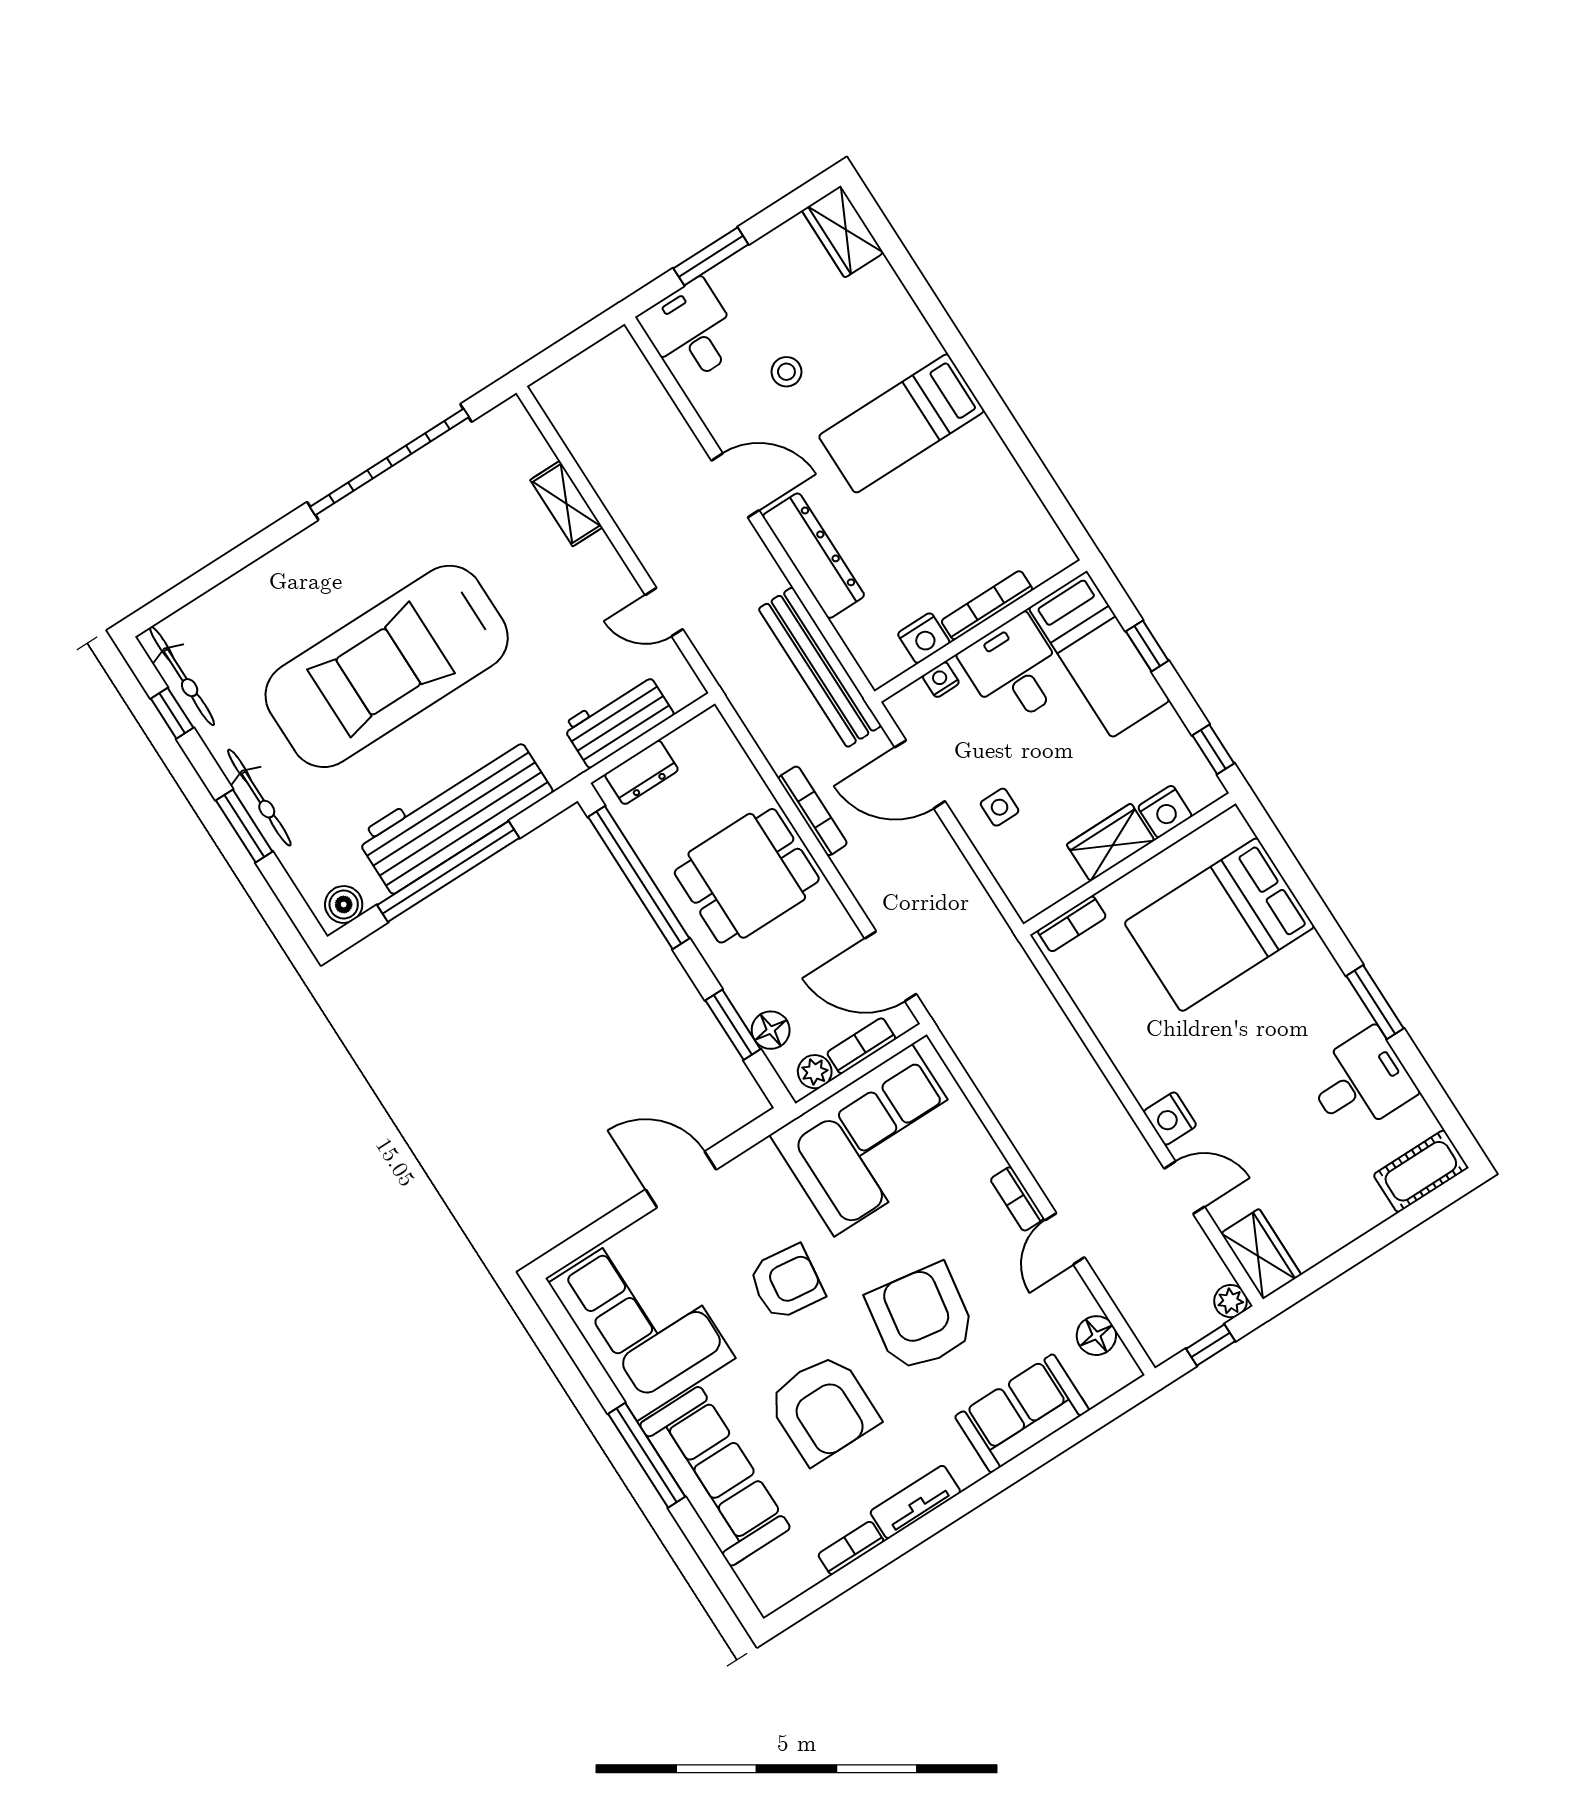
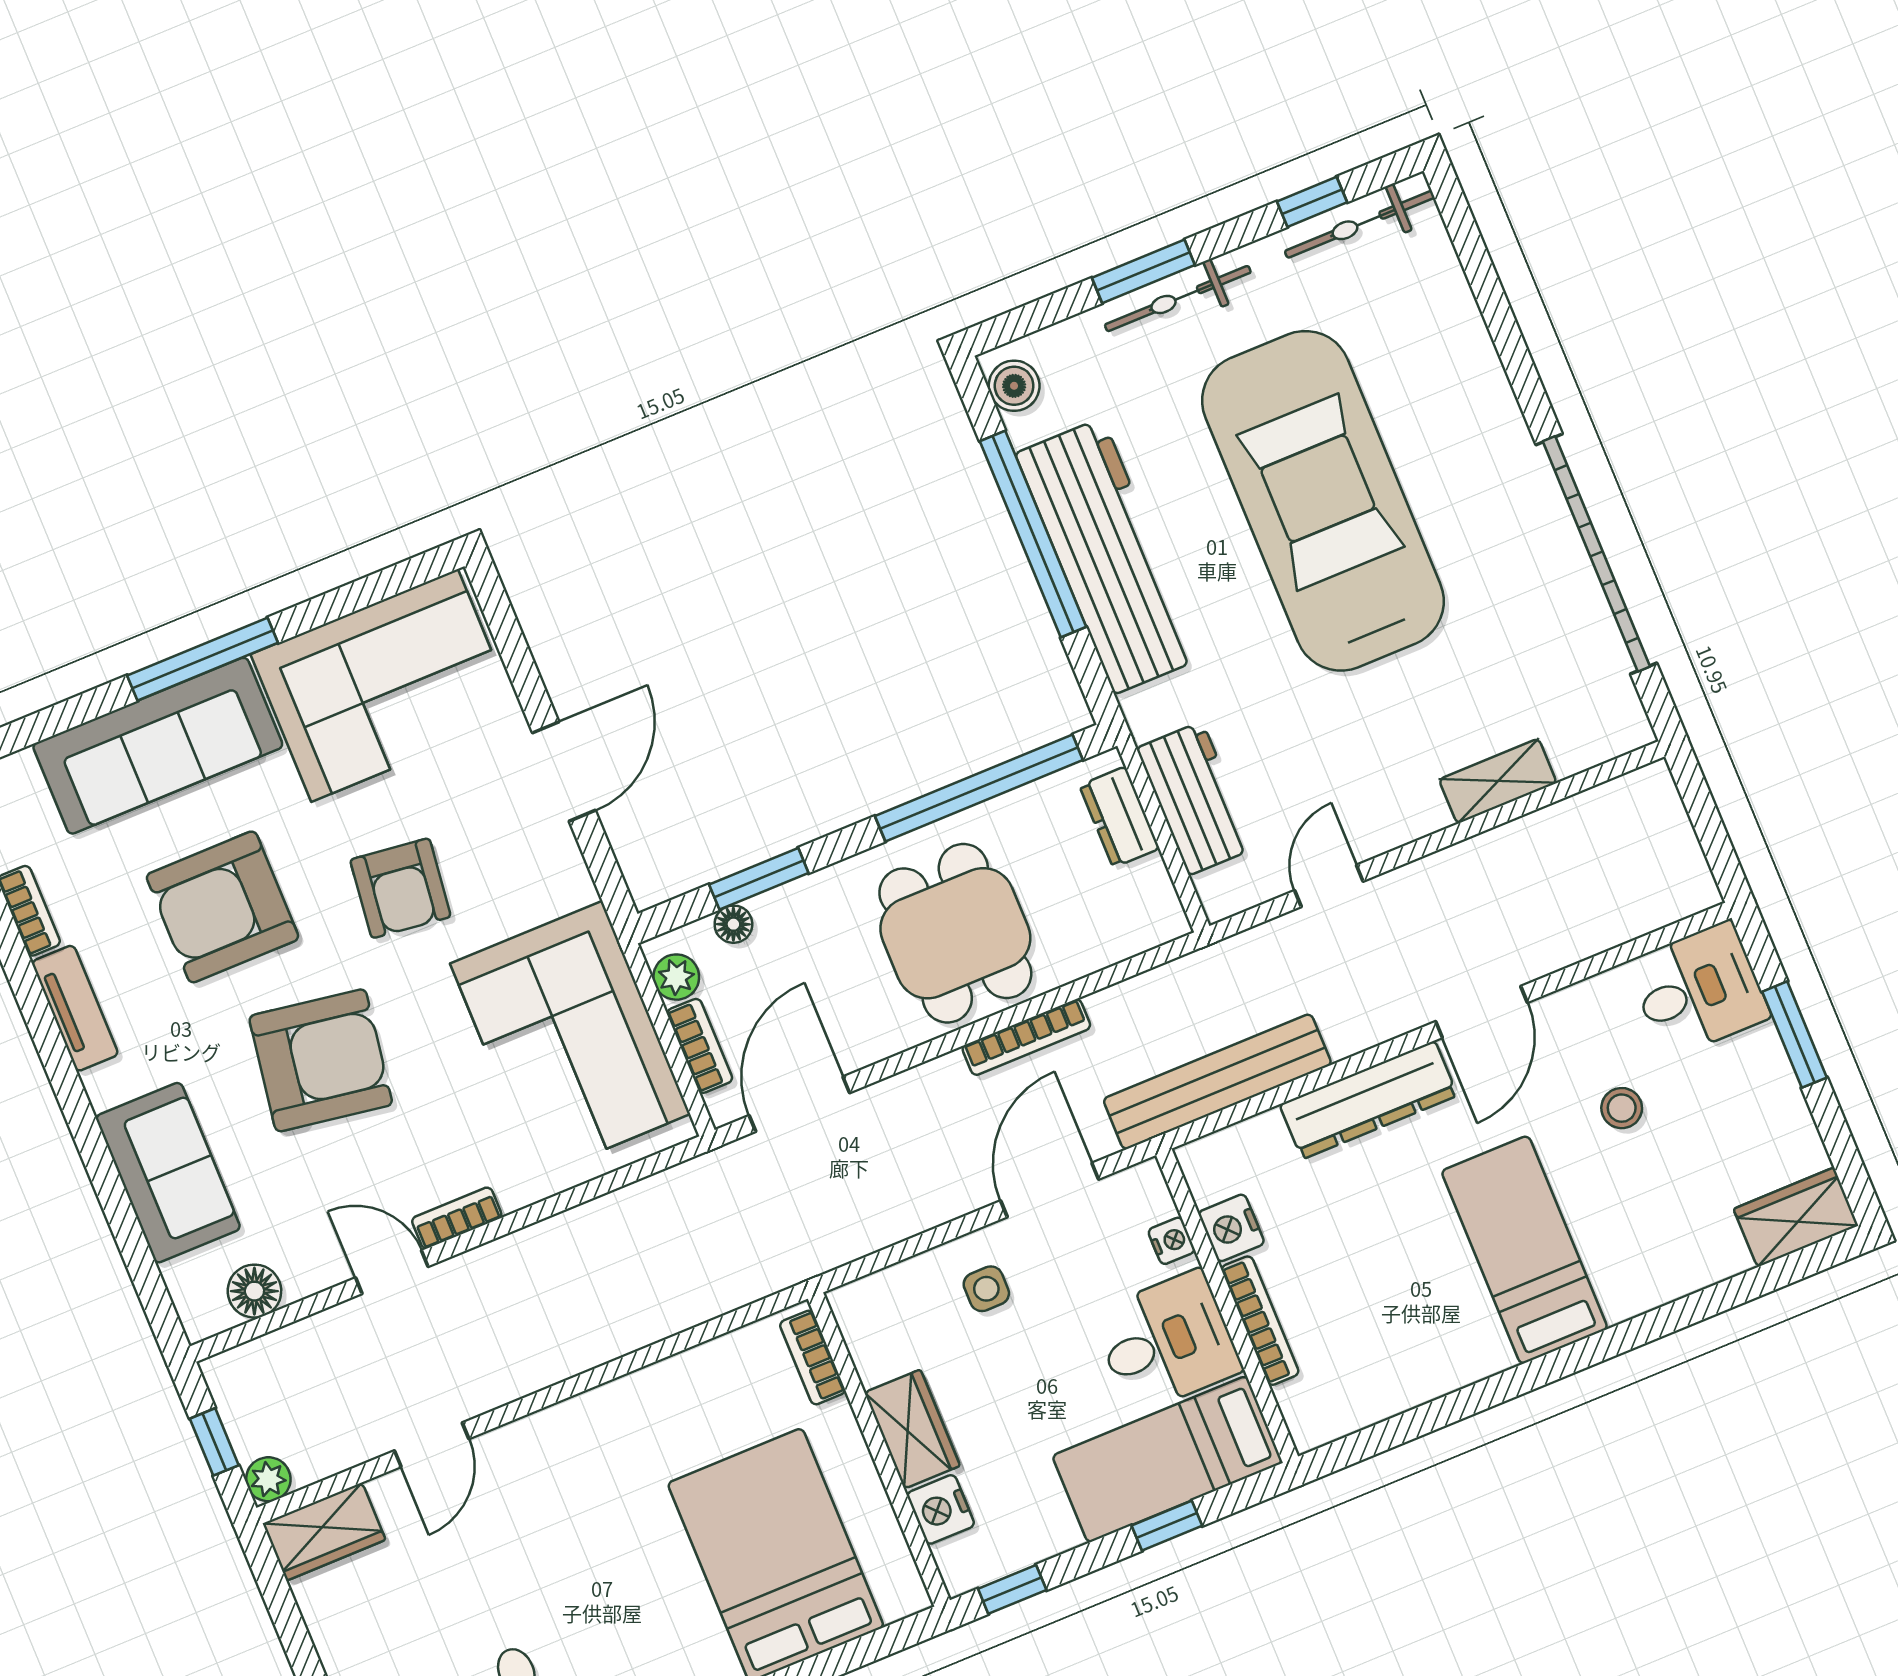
floor lamp: (771, 1030) -> (733, 924), width x0.73, depth x0.73
nightstand: (1170, 1118) -> (528, 1442), removed

